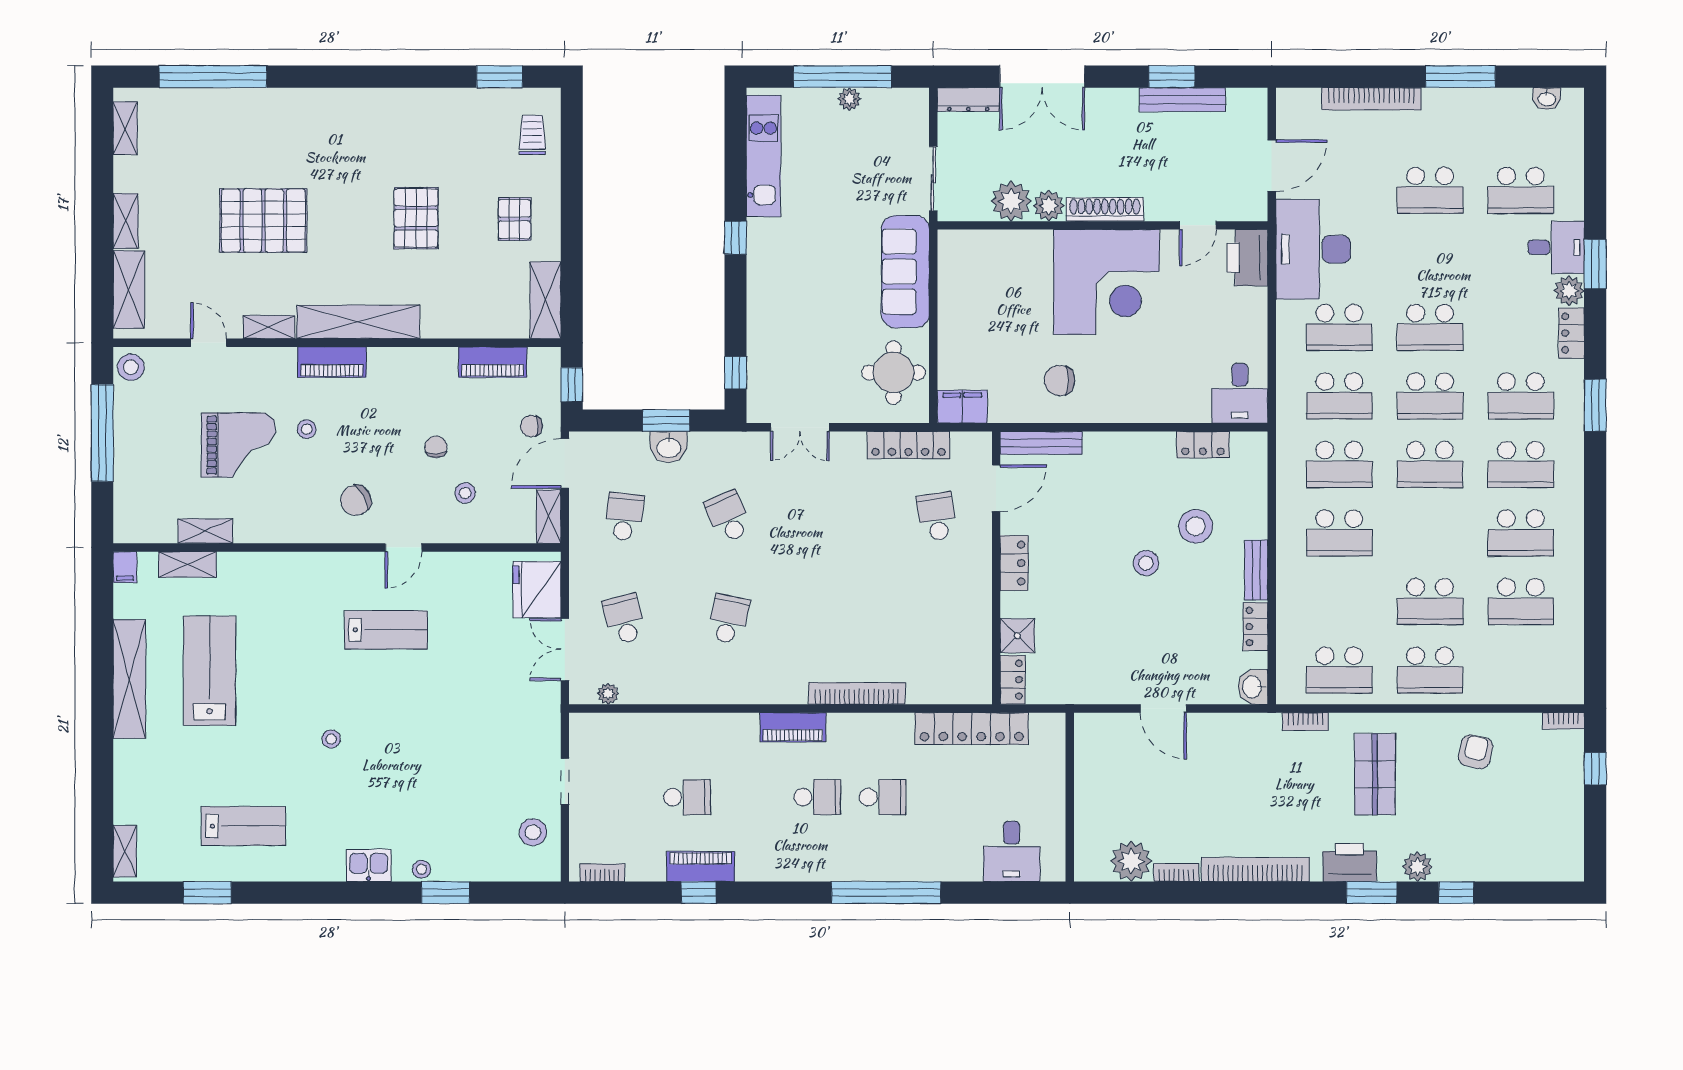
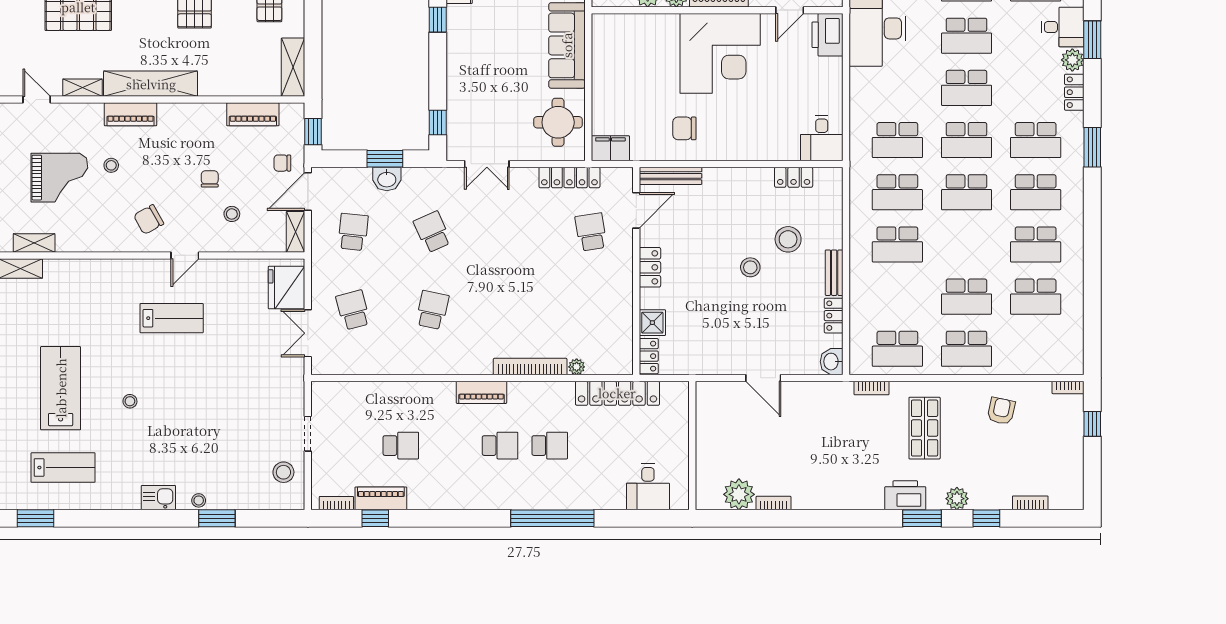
school desk: (1339, 327) -> (967, 36), moved
lab bench: (210, 671) -> (61, 388), moved
plant: (608, 694) -> (577, 367), moved
piano: (701, 867) -> (381, 498), moved
bookcase: (1255, 870) -> (1030, 503), moved, width x0.43, depth x0.76
window: (699, 893) -> (375, 518), moved

